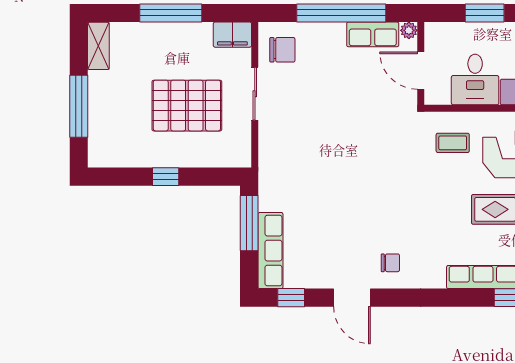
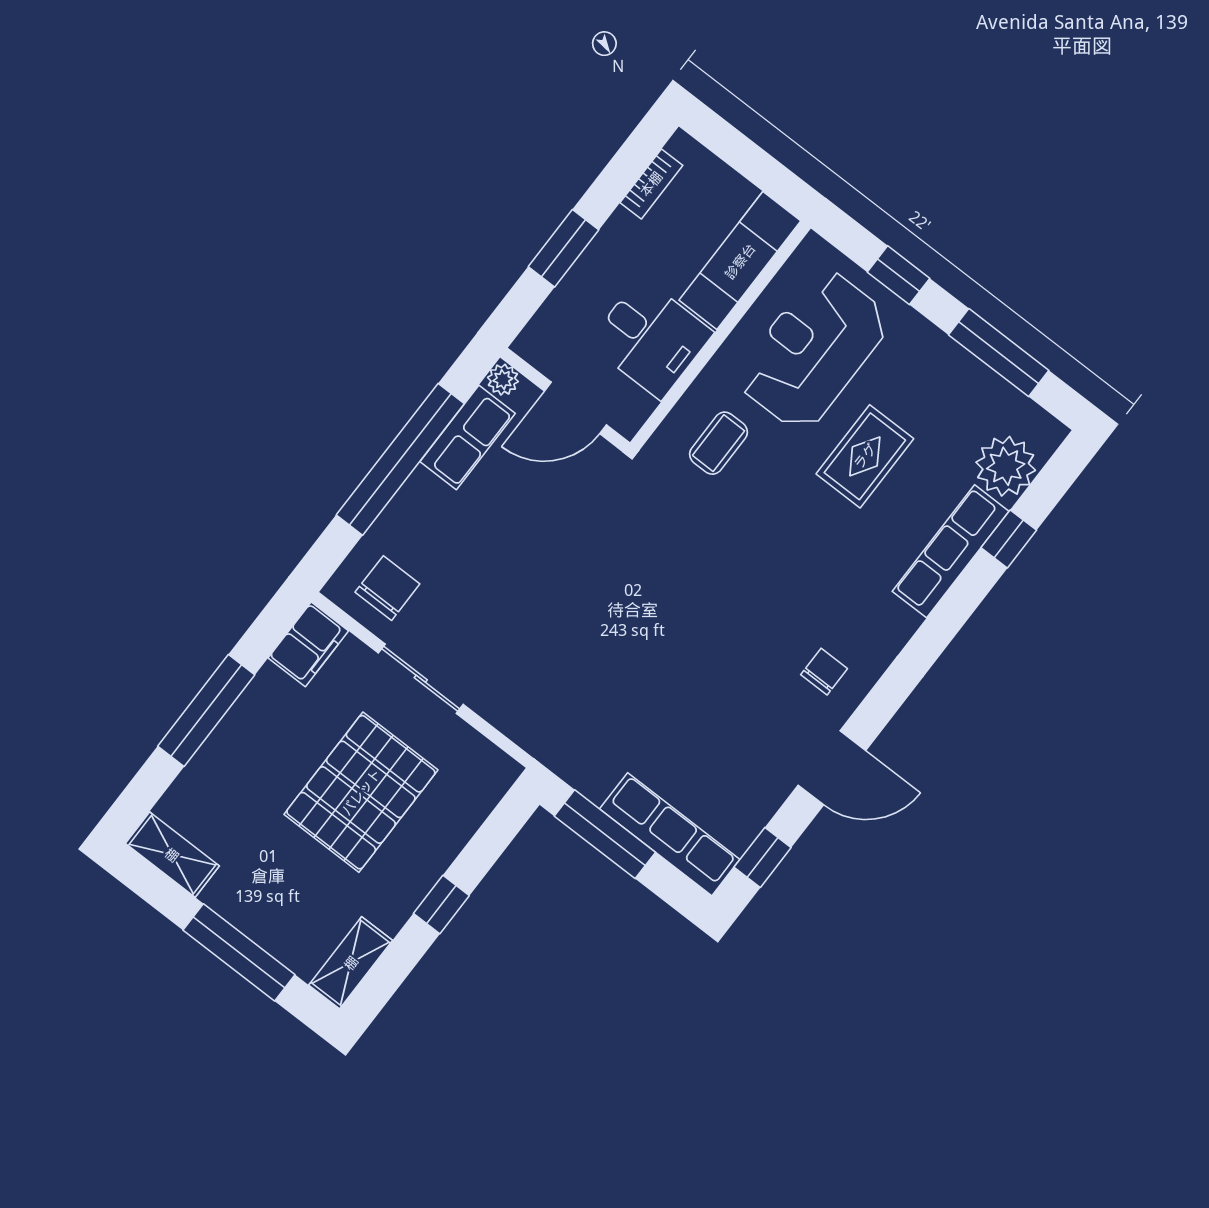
shelving: (111, 157) -> (351, 963), added

